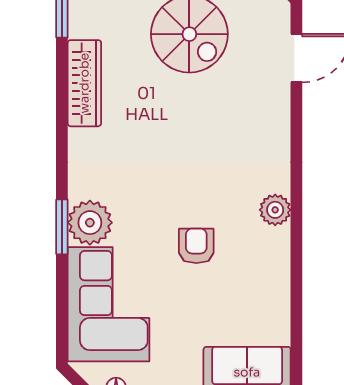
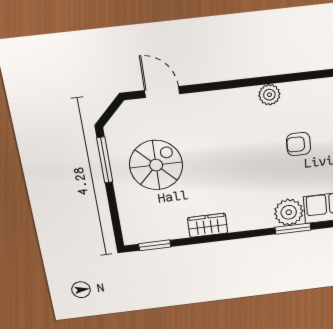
wardrobe: (84, 83) -> (208, 225), width x0.67

